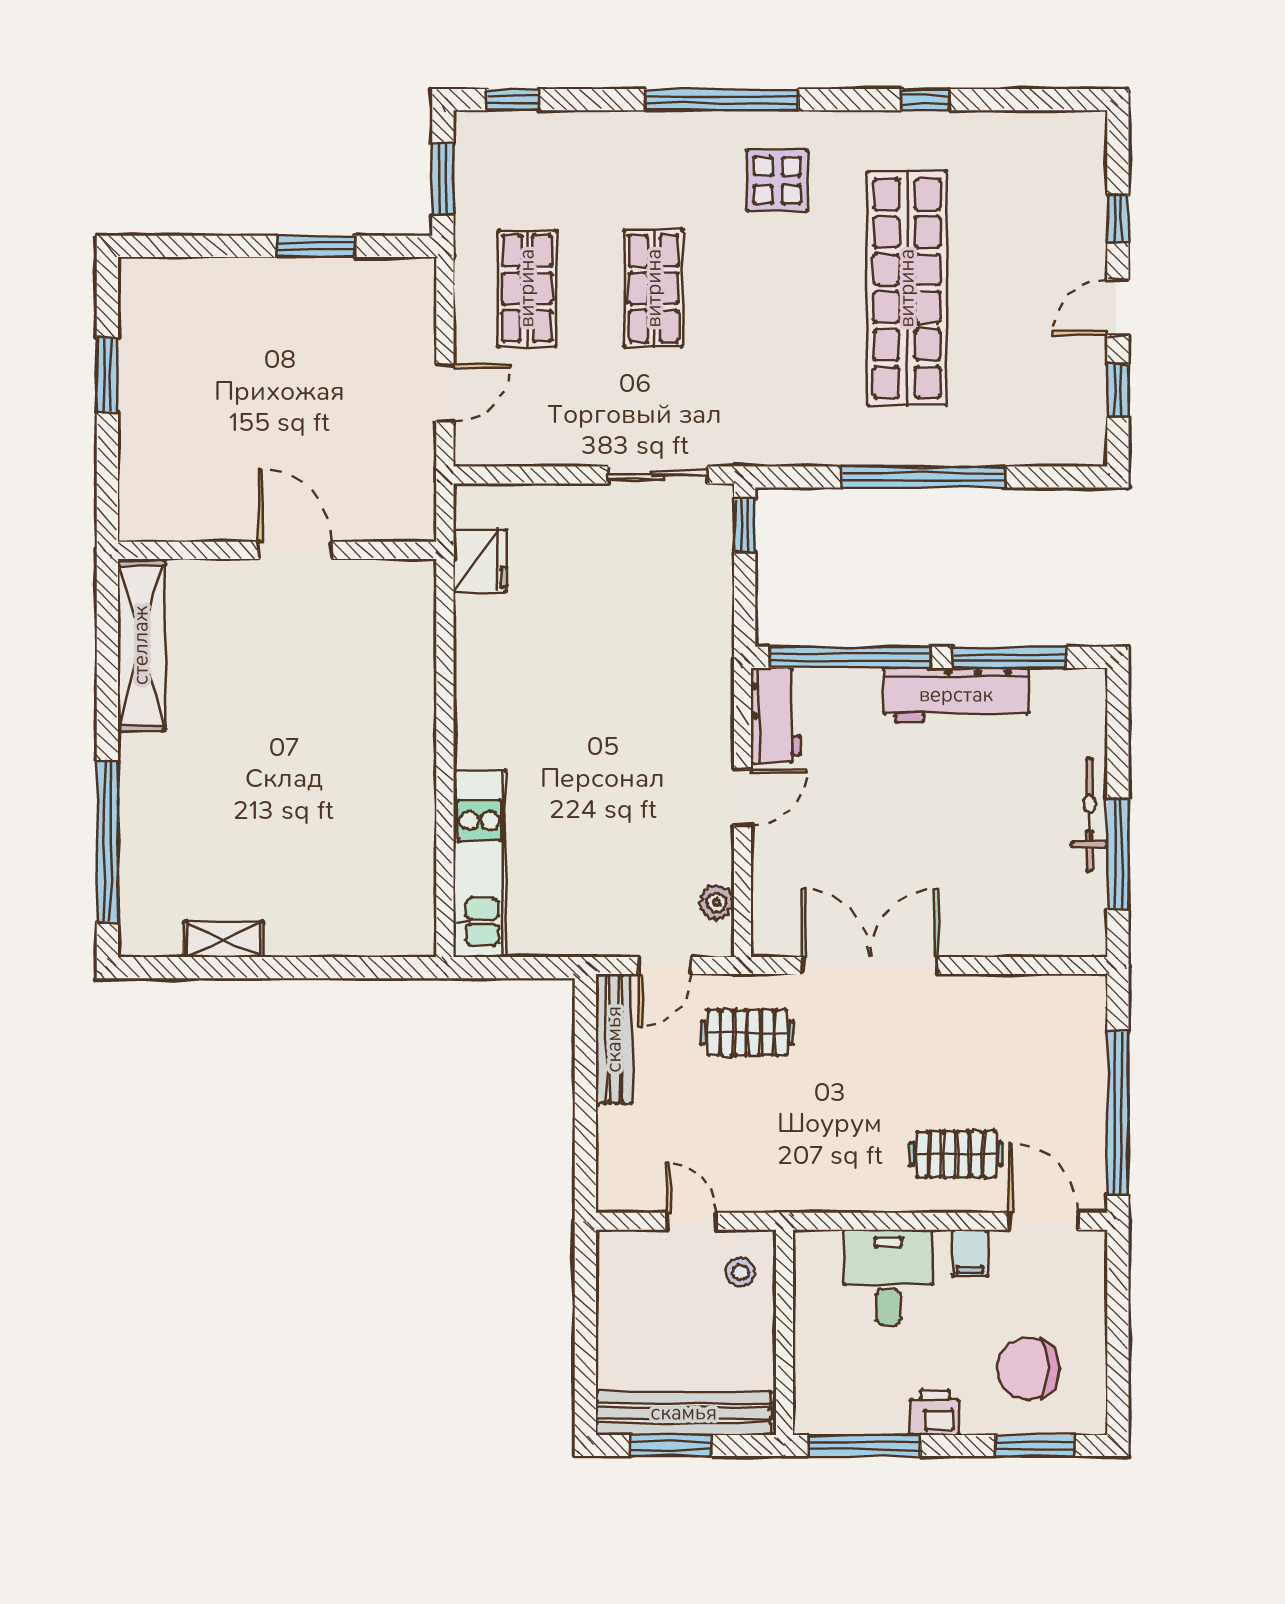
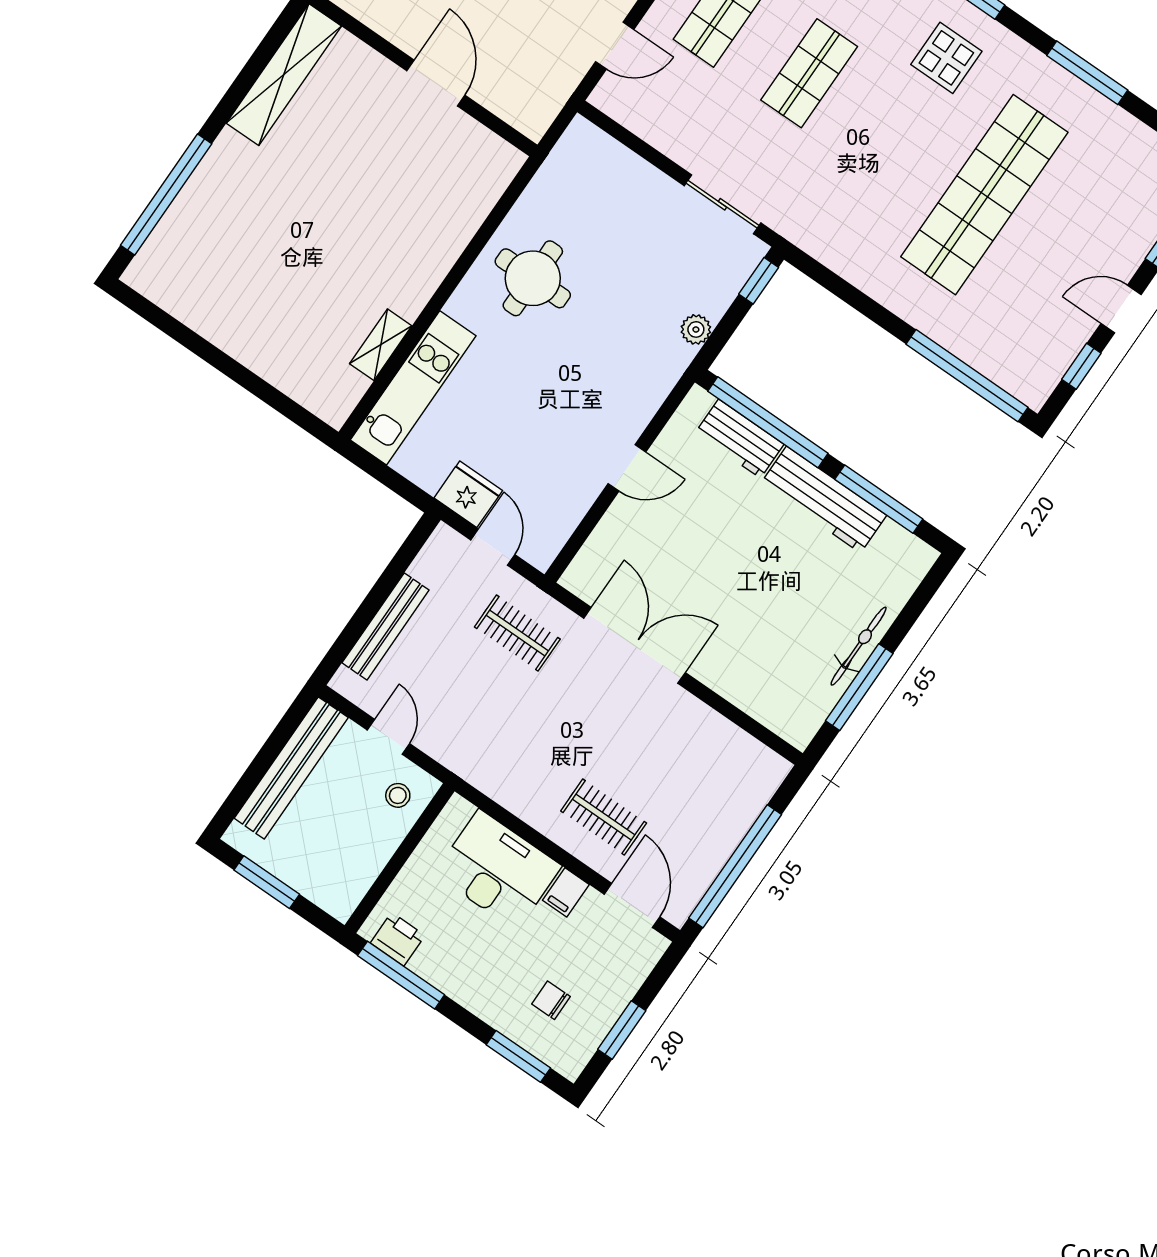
window: (925, 100) -> (1087, 73), width x2.17
window: (923, 477) -> (967, 376), moved
fridge: (480, 561) -> (468, 494), moved, turned -90
round table: (522, 676) -> (533, 278), added
workbench: (776, 715) -> (739, 439), moved, turned 90
plant: (716, 902) -> (696, 329), moved
shelving: (223, 939) -> (381, 345), moved, turned 90
door: (665, 965) -> (493, 547), swing flipped
bench: (614, 1039) -> (386, 626), moved
desk: (888, 1277) -> (498, 870), width x1.37
window: (1118, 1350) -> (622, 1030), added
chair: (1029, 1369) -> (551, 1000), width x0.54, depth x0.54
bench: (684, 1413) -> (291, 768), moved, turned 90
printer: (935, 1413) -> (398, 939), moved

